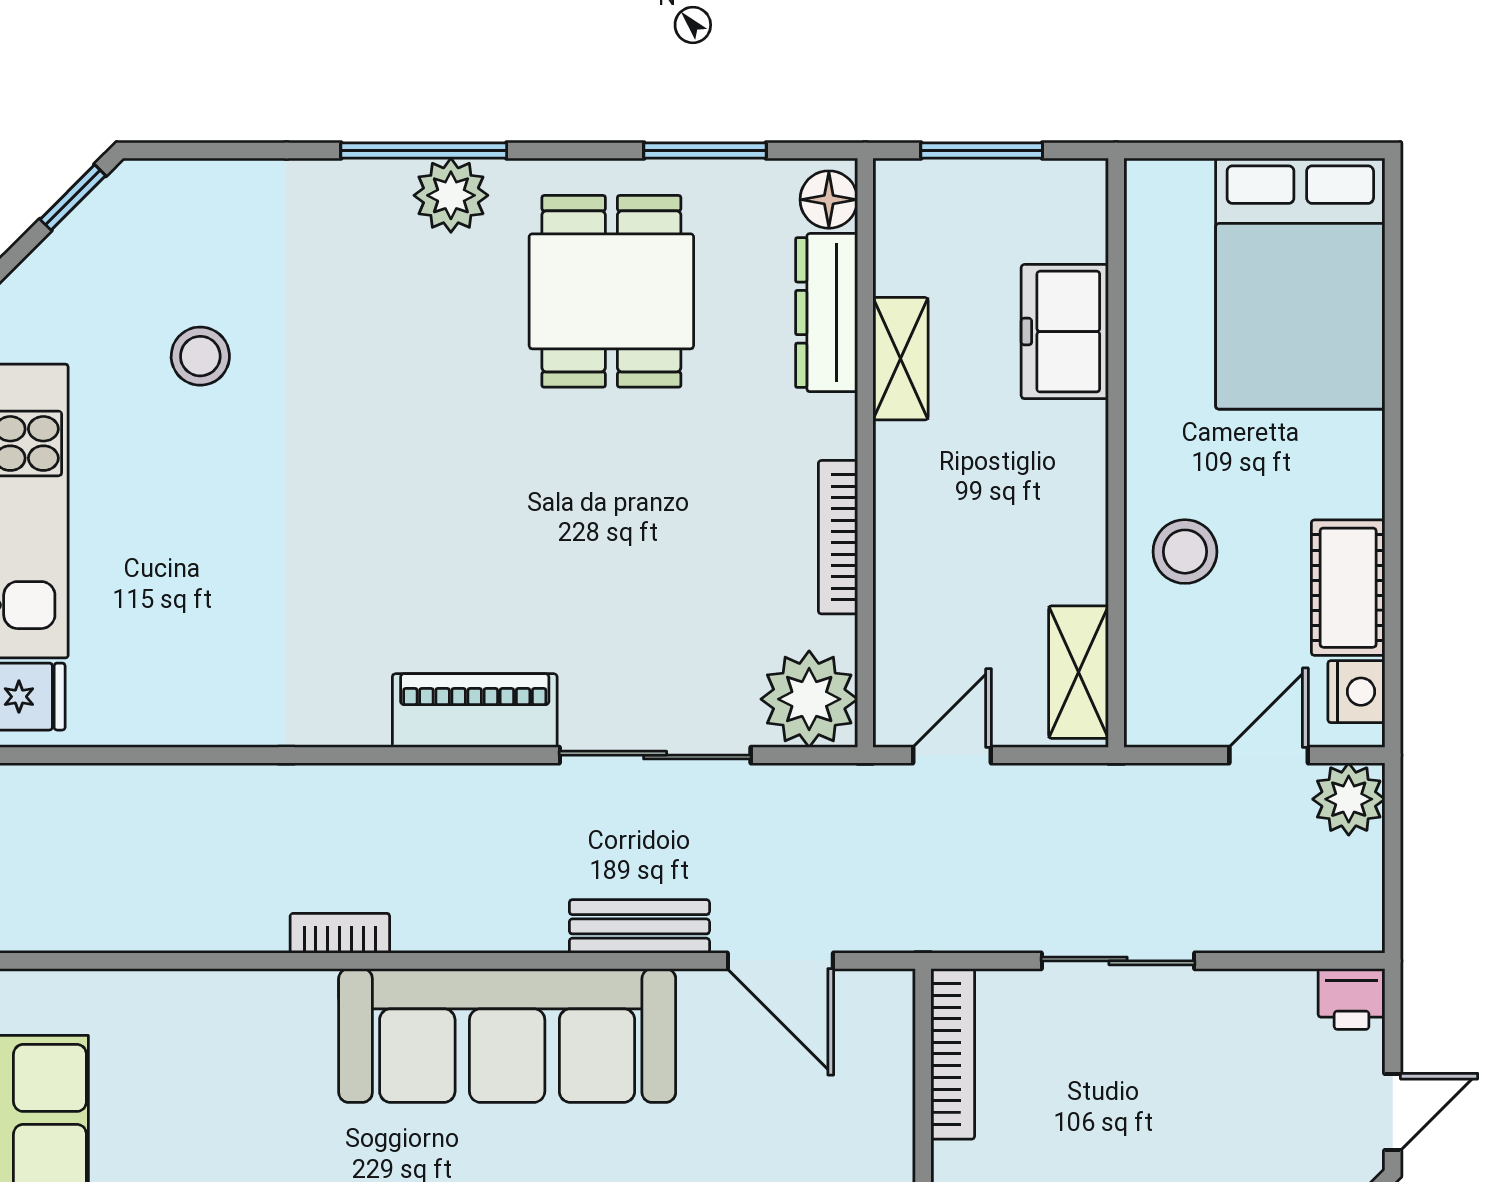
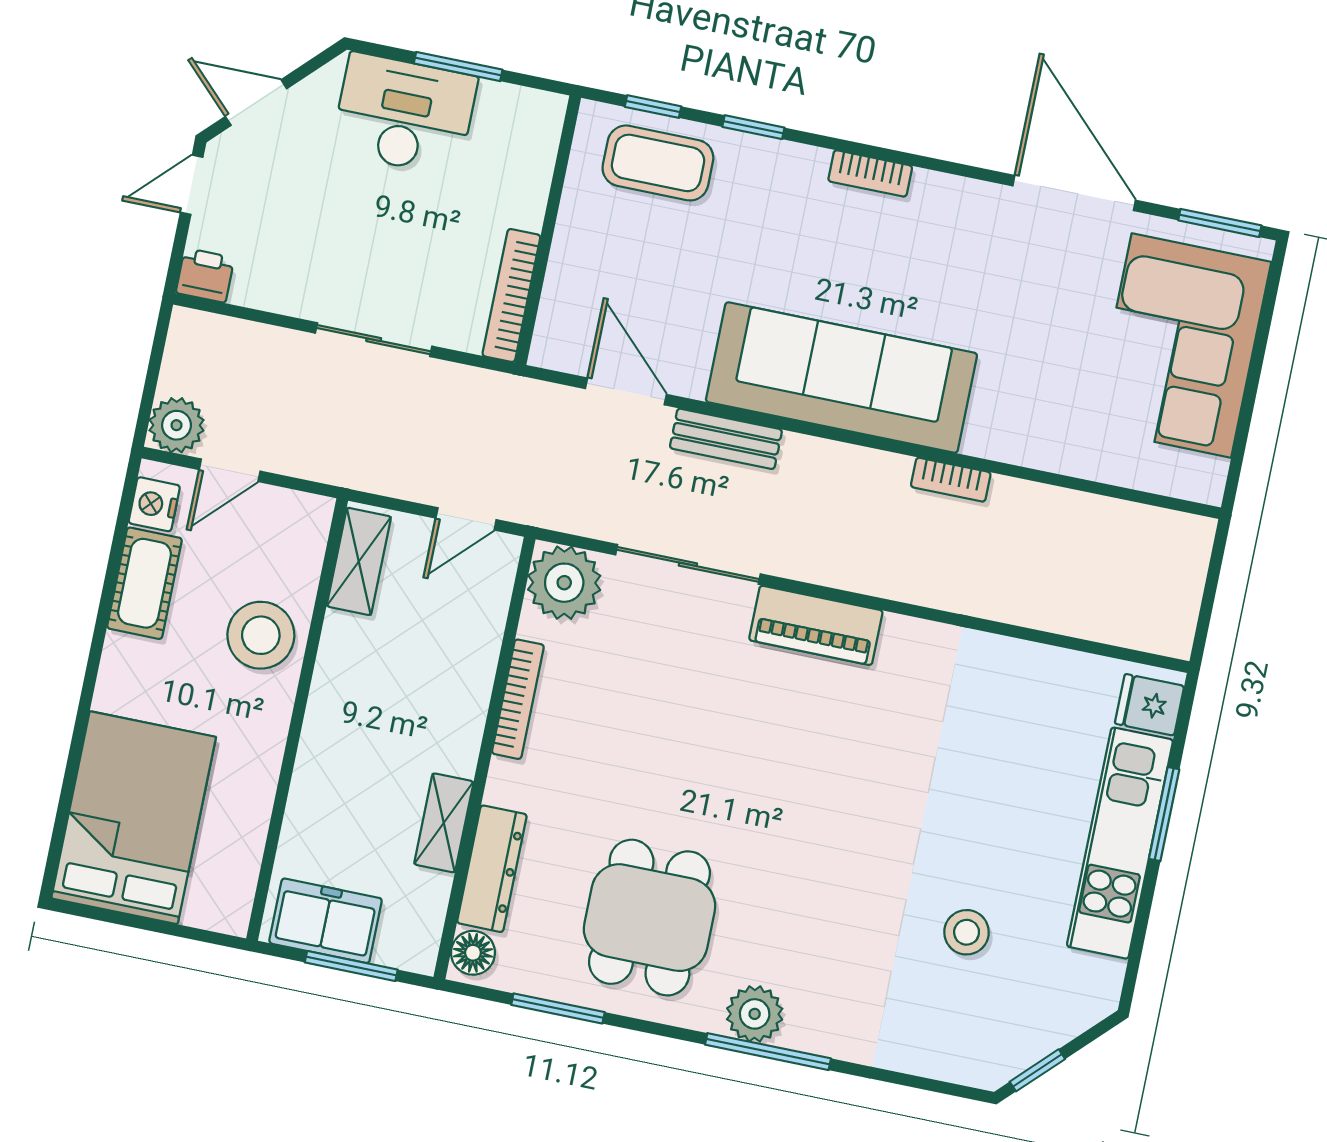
freezer: (1065, 332) -> (326, 921), moved, turned -90
stool: (1185, 552) -> (261, 635), width x1.38, depth x1.38

